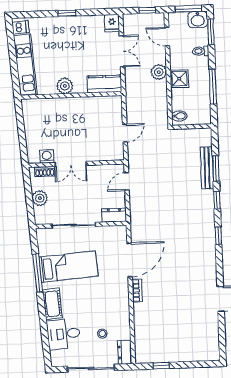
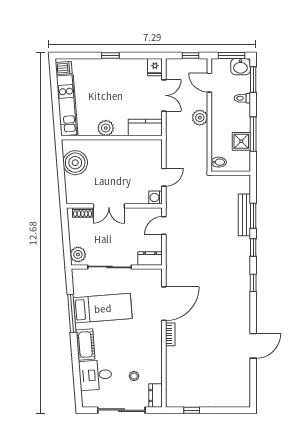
shower: (179, 79) -> (241, 141), moved
boiler: (35, 122) -> (75, 163), added
washing machine: (47, 156) -> (156, 198), moved, turned -90
plant: (40, 198) -> (78, 254), moved

